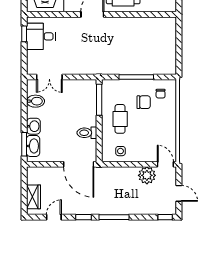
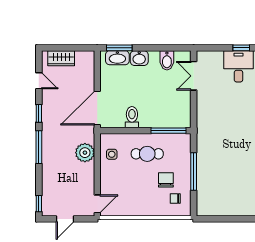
chair: (144, 102) -> (166, 180), turned 180
plant: (147, 175) -> (85, 153), moved

